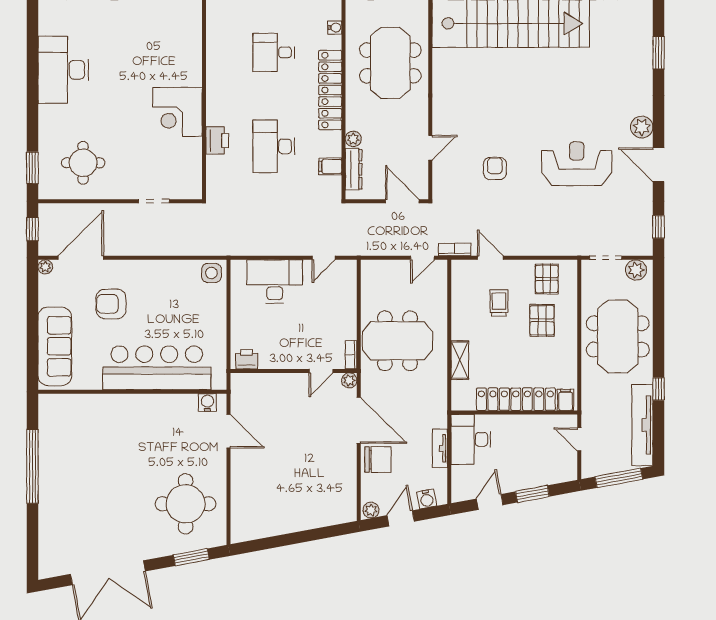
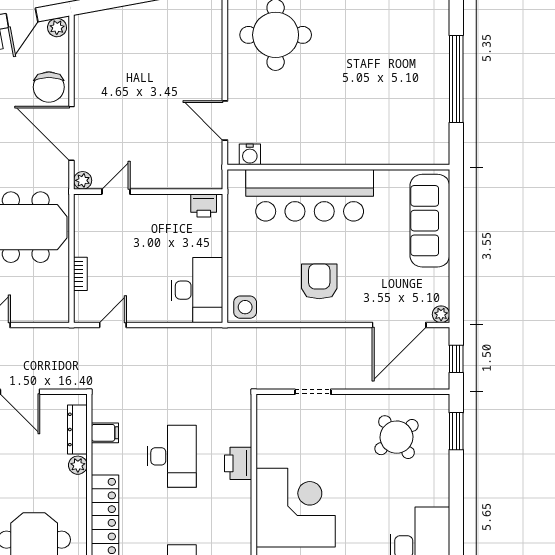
corner desk: (177, 112) -> (296, 508), width x1.36, depth x1.36
round table: (83, 163) -> (396, 437), turned -37
desk: (275, 281) -> (197, 290), moved, turned -90
armchair: (111, 304) -> (319, 281), moved, turned -90
bookcase: (351, 355) -> (80, 274), moved
chair: (378, 460) -> (49, 87), turned -90

